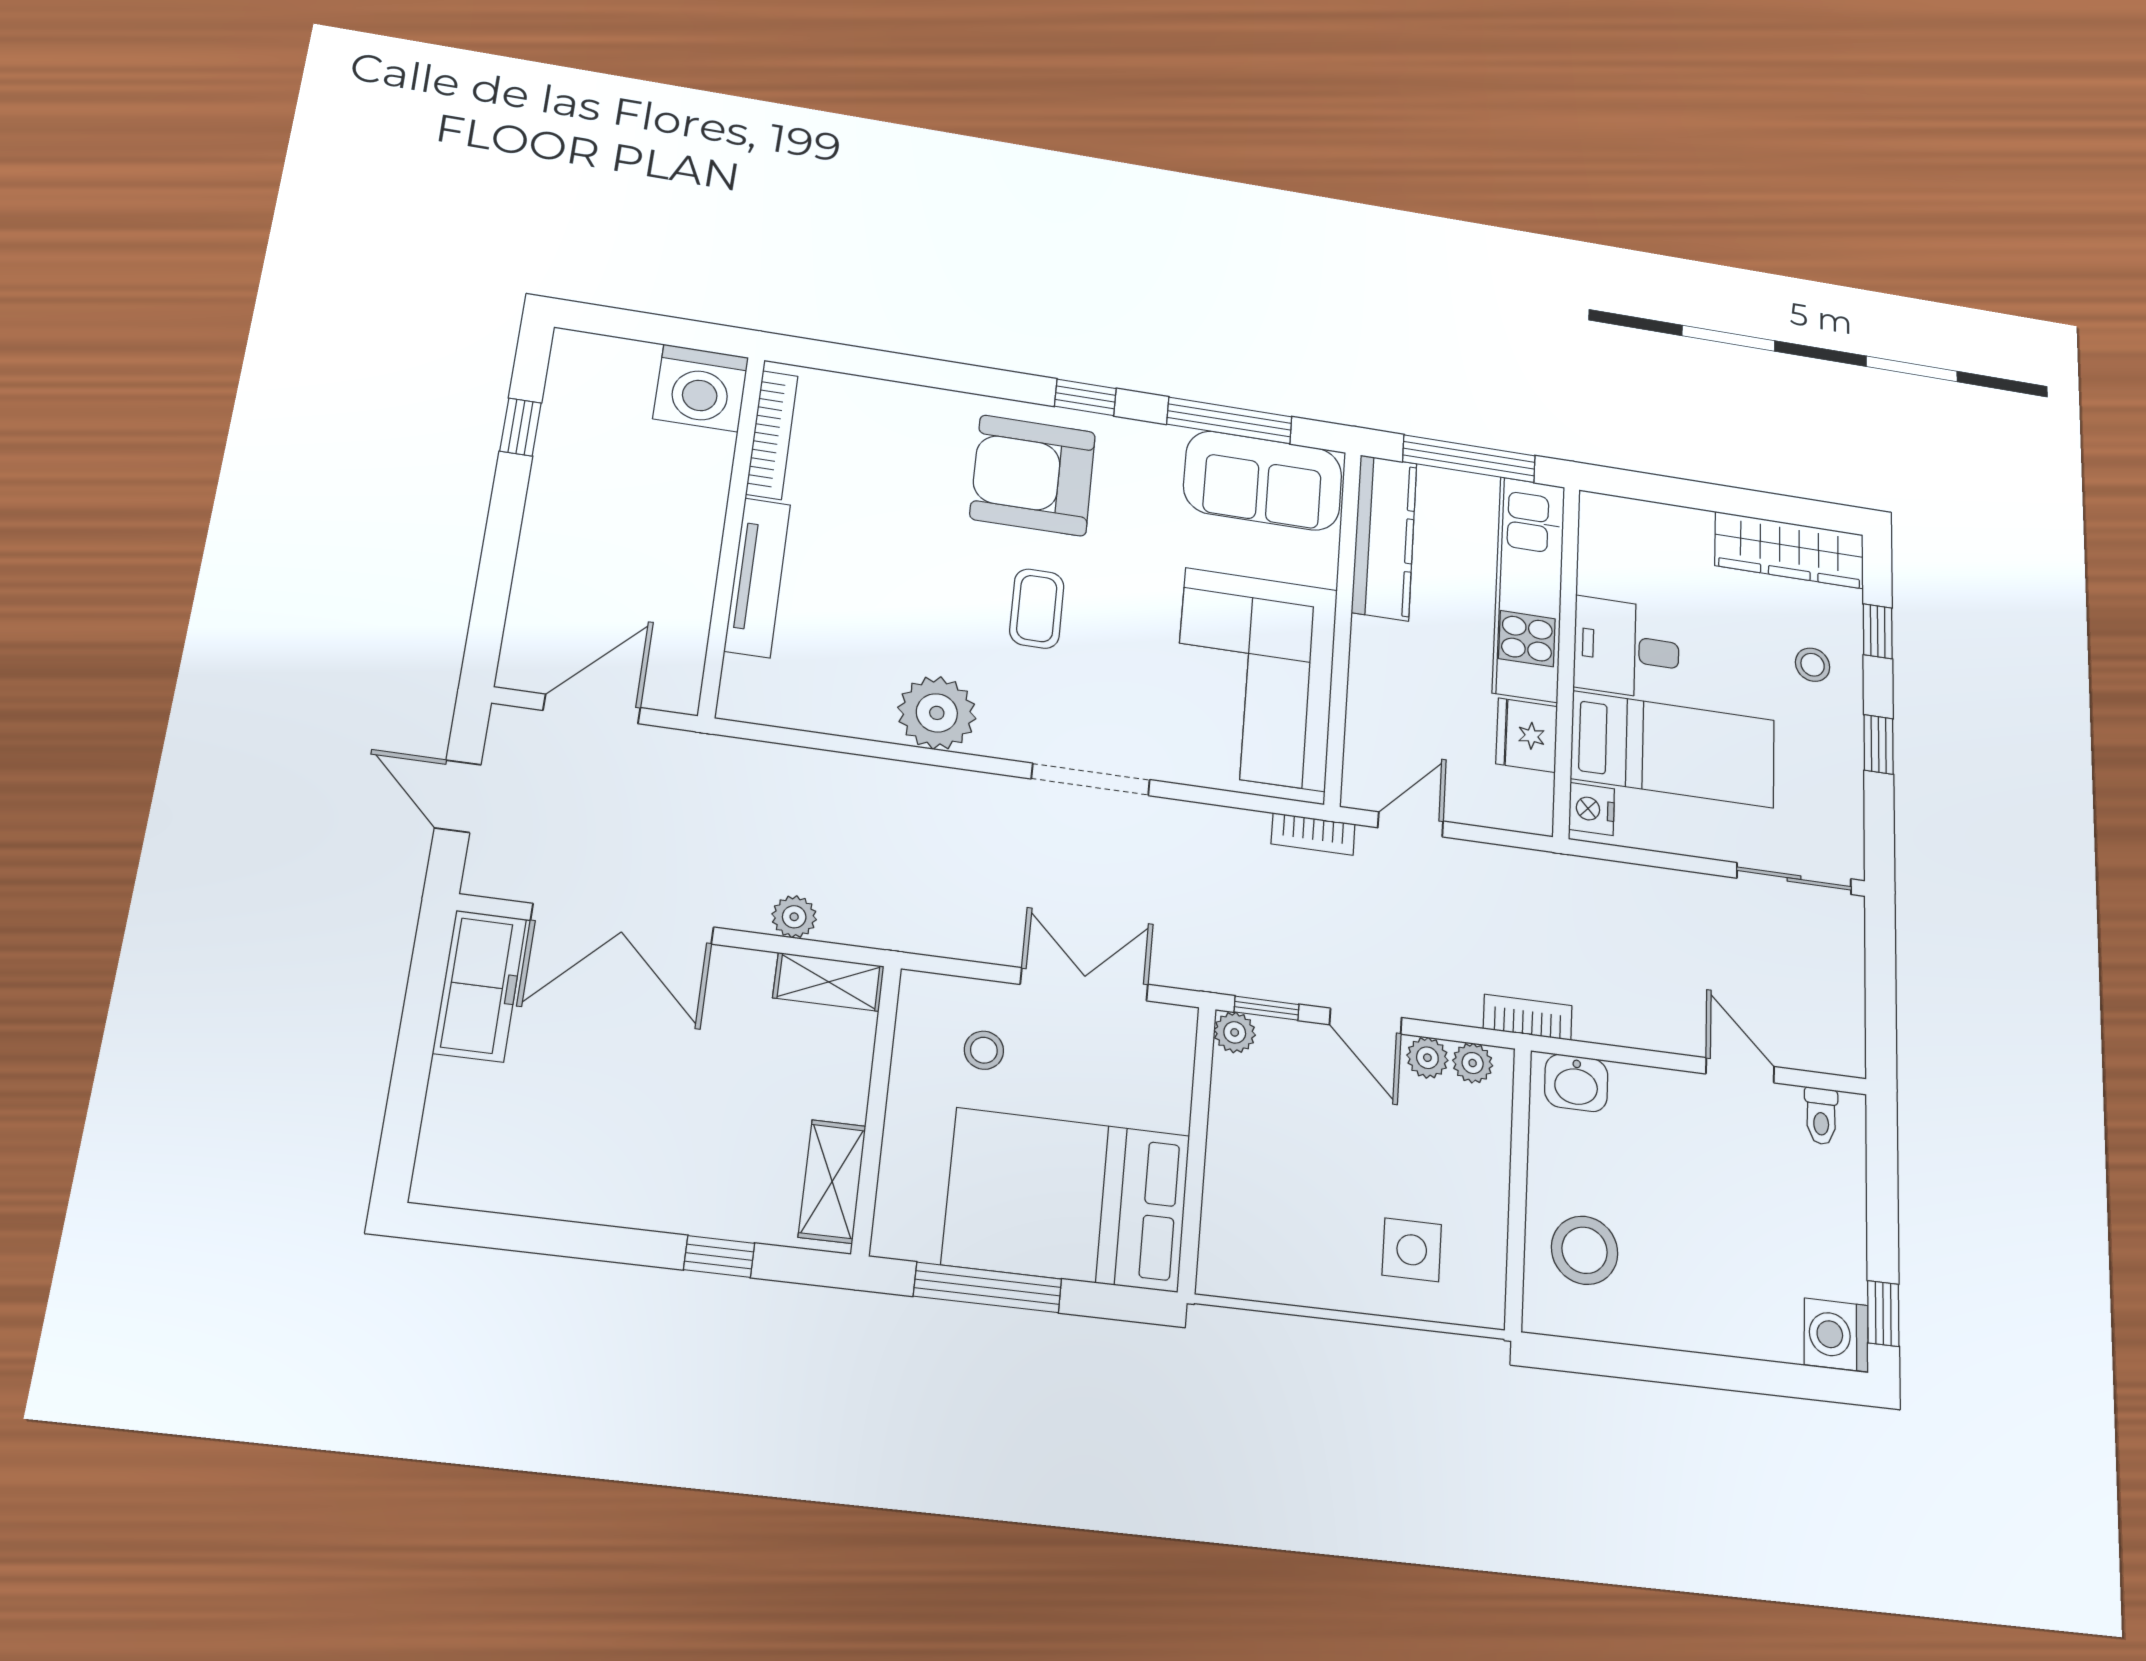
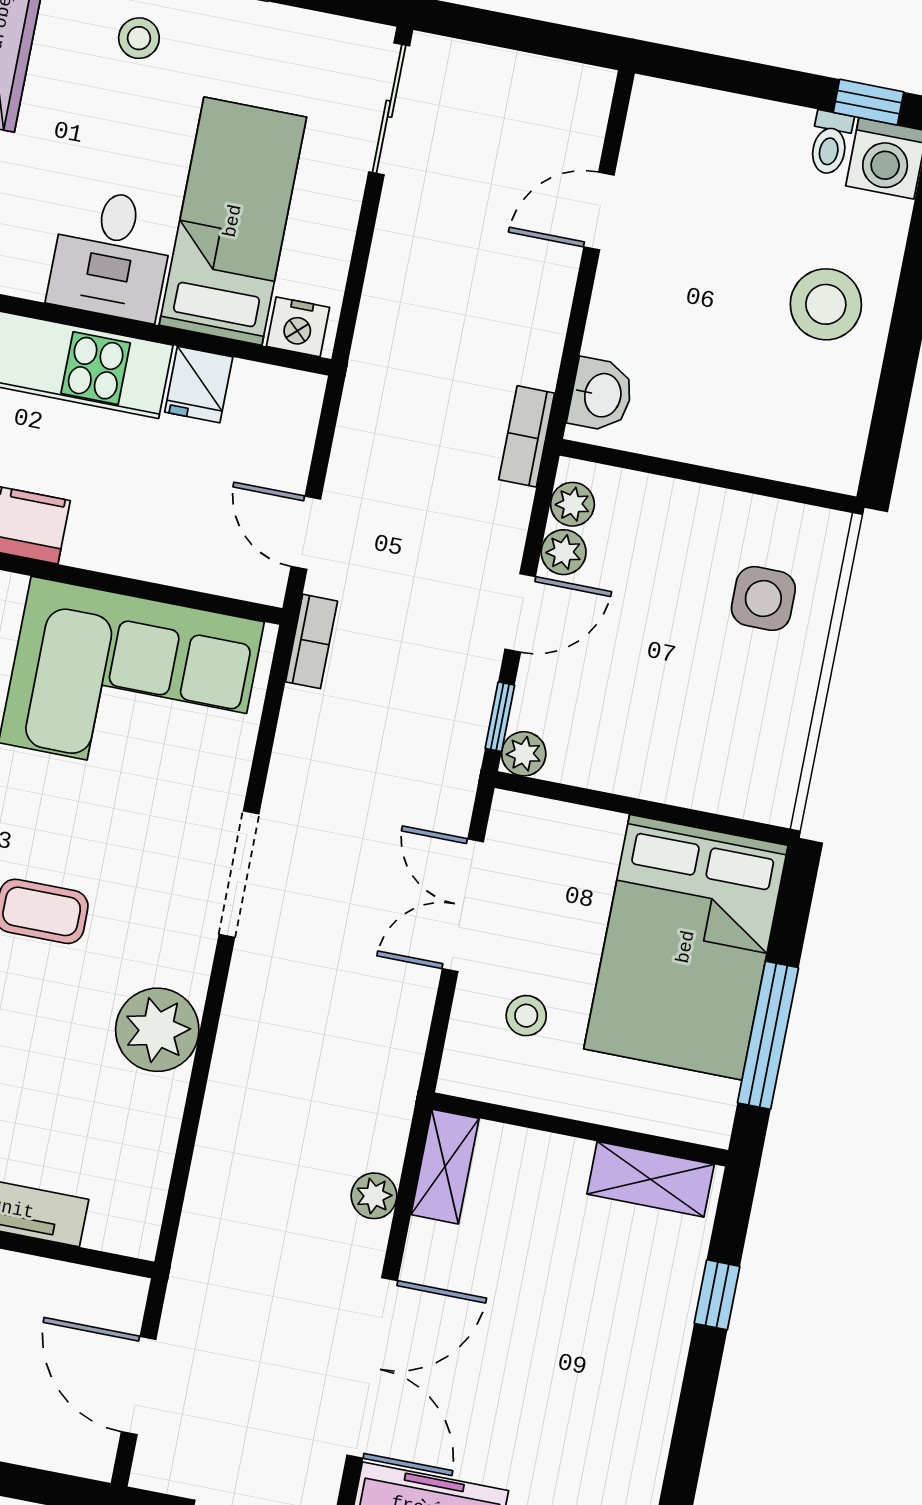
fridge: (1527, 735) -> (199, 384), width x0.72
toilet: (1821, 1116) -> (830, 143), moved, turned 90
stool: (1585, 1250) -> (826, 304), moved

